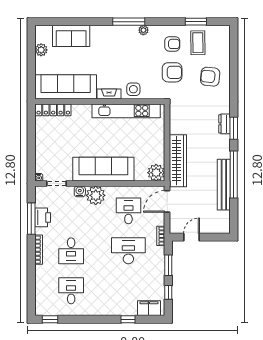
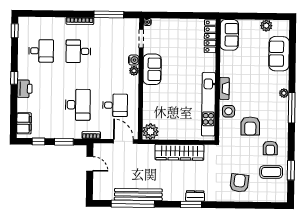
plant: (143, 30) -> (284, 93), moved
armchair: (172, 72) -> (250, 126), moved
sofa: (66, 87) -> (229, 35), width x0.54, depth x0.79
wardrobe: (178, 161) -> (179, 152), moved
sofa: (103, 169) -> (152, 69), width x0.54, depth x0.79
window: (234, 175) -> (133, 204), moved
plant: (96, 195) -> (134, 71), width x0.53, depth x0.53
printer: (43, 217) -> (25, 89), moved, turned -90
window: (128, 319) -> (14, 78), moved

